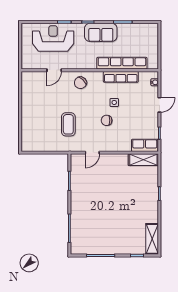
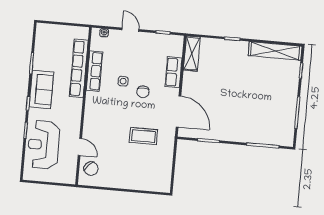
chair: (80, 83) -> (91, 169), moved
row of seats: (145, 145) -> (173, 72), moved
door: (92, 153) -> (178, 111), width x1.87
shelving: (152, 239) -> (275, 51), width x1.47

